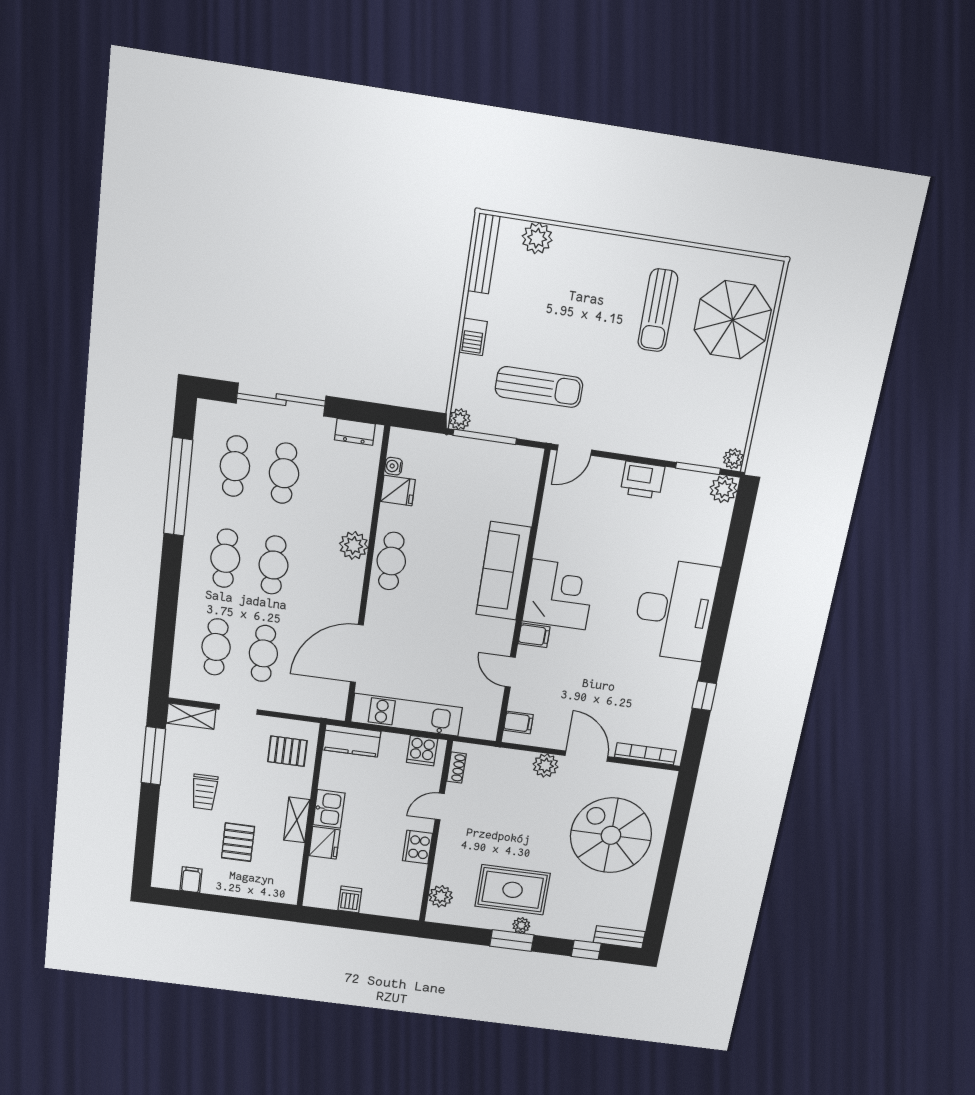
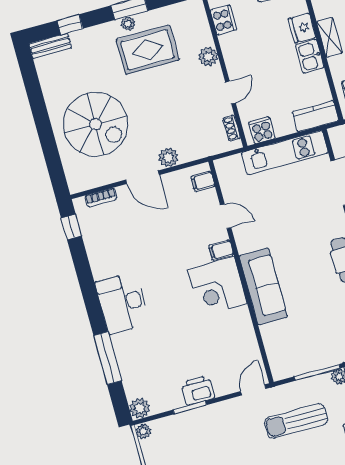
window: (698, 468) -> (190, 407), moved
window: (731, 567) -> (108, 358), added
desk: (675, 610) -> (123, 303), width x0.73, depth x0.77
window: (704, 696) -> (71, 227), moved
bookcase: (645, 754) -> (101, 197), width x0.64
cooker: (417, 847) -> (223, 20), moved
plant: (441, 896) -> (208, 57), moved

